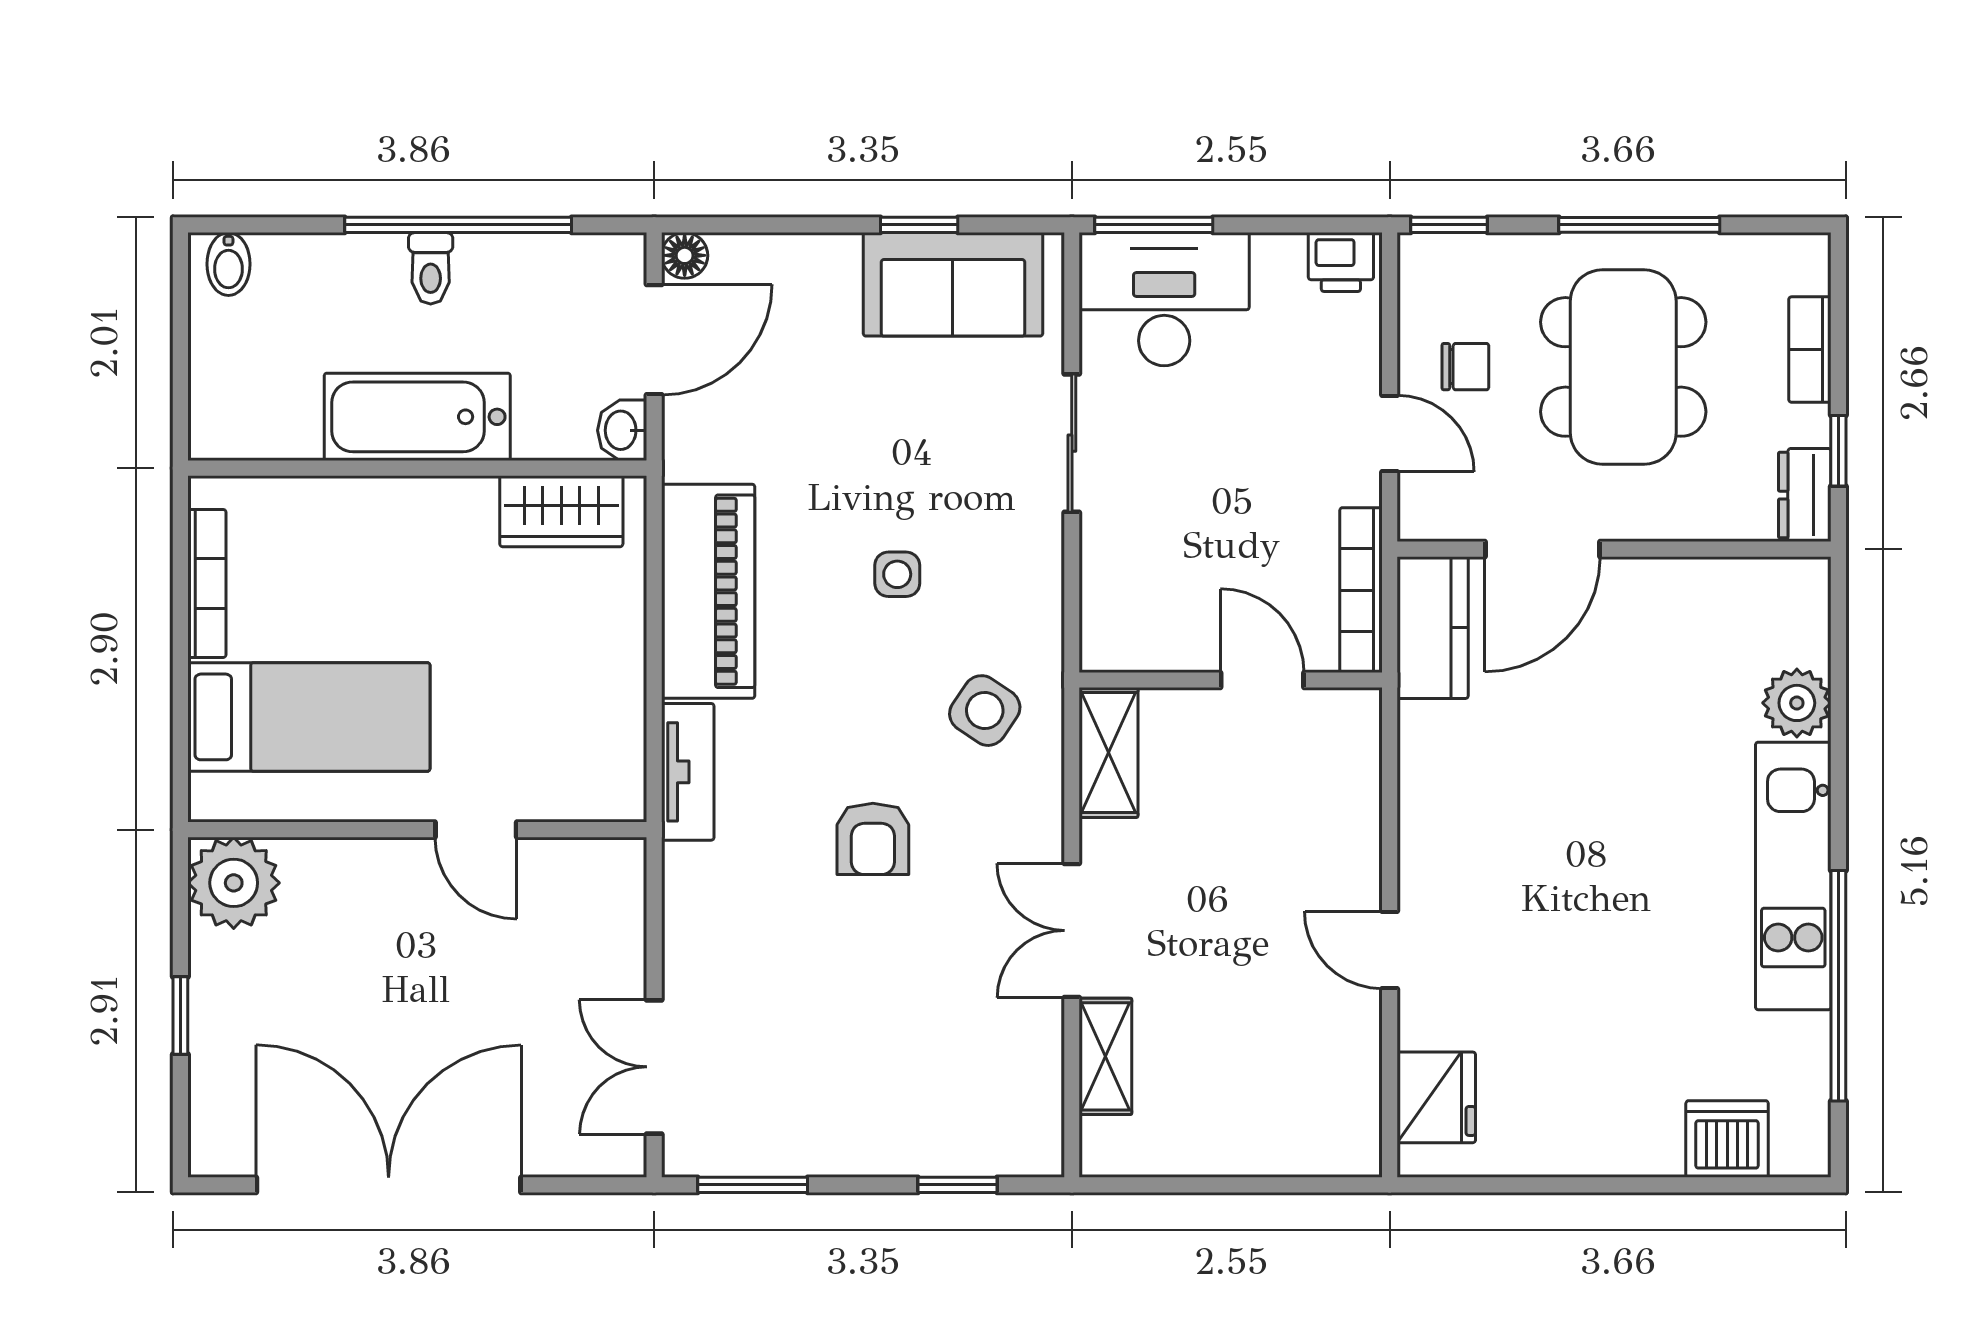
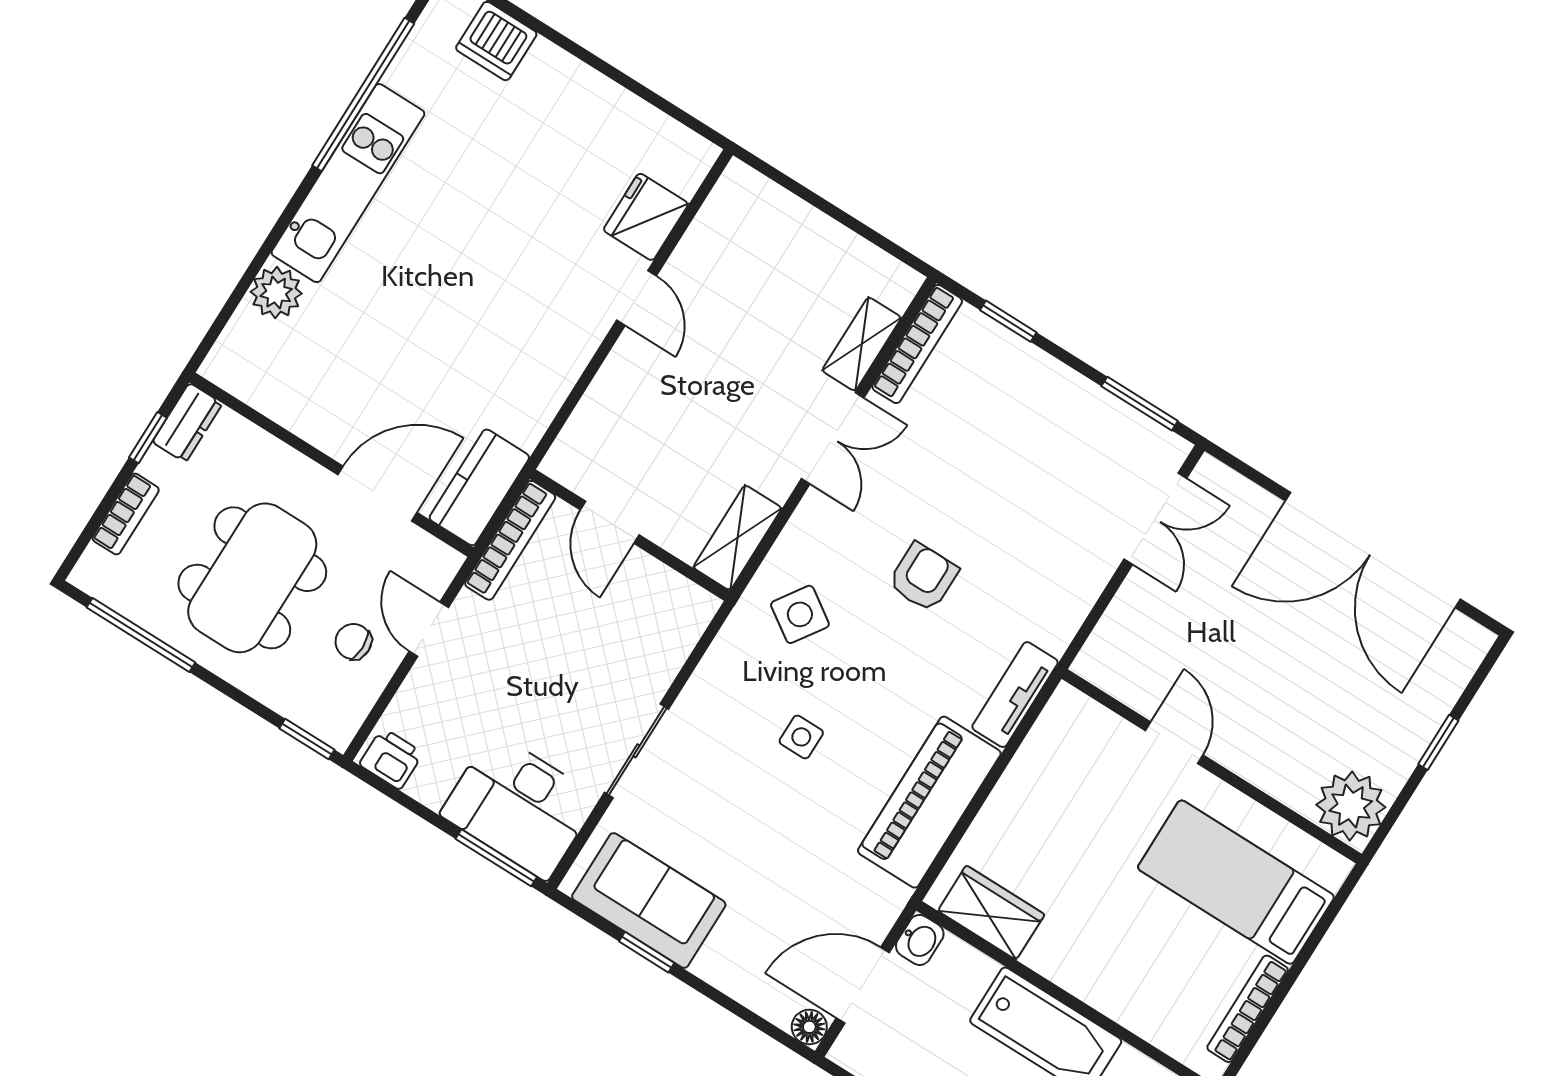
window: (1639, 225) -> (141, 635), moved
bookcase: (1043, 1095) -> (917, 344), added
fridge: (1436, 1097) -> (646, 217), moved

